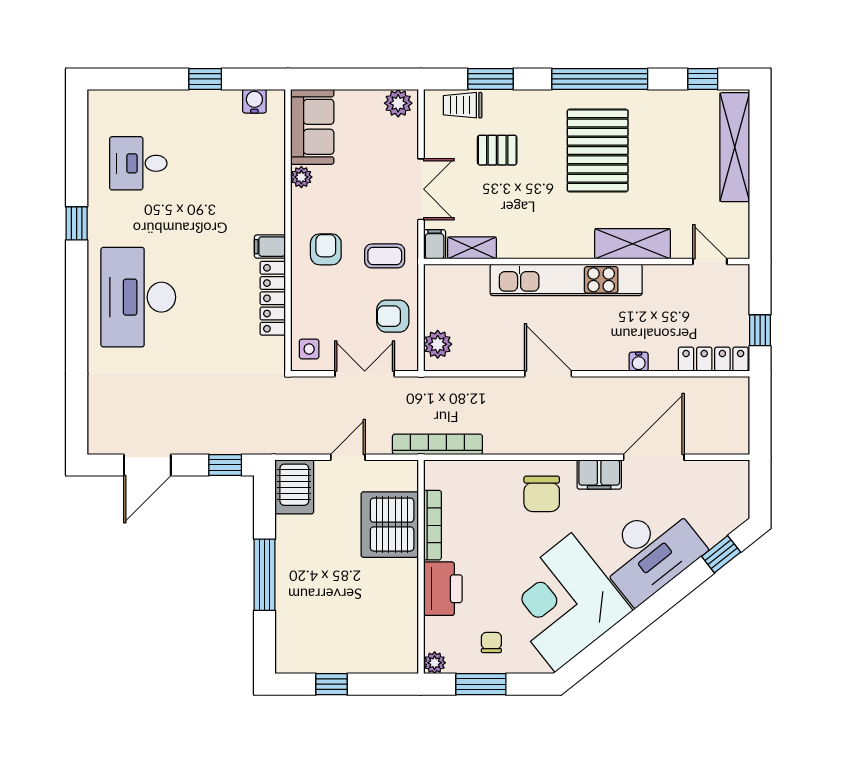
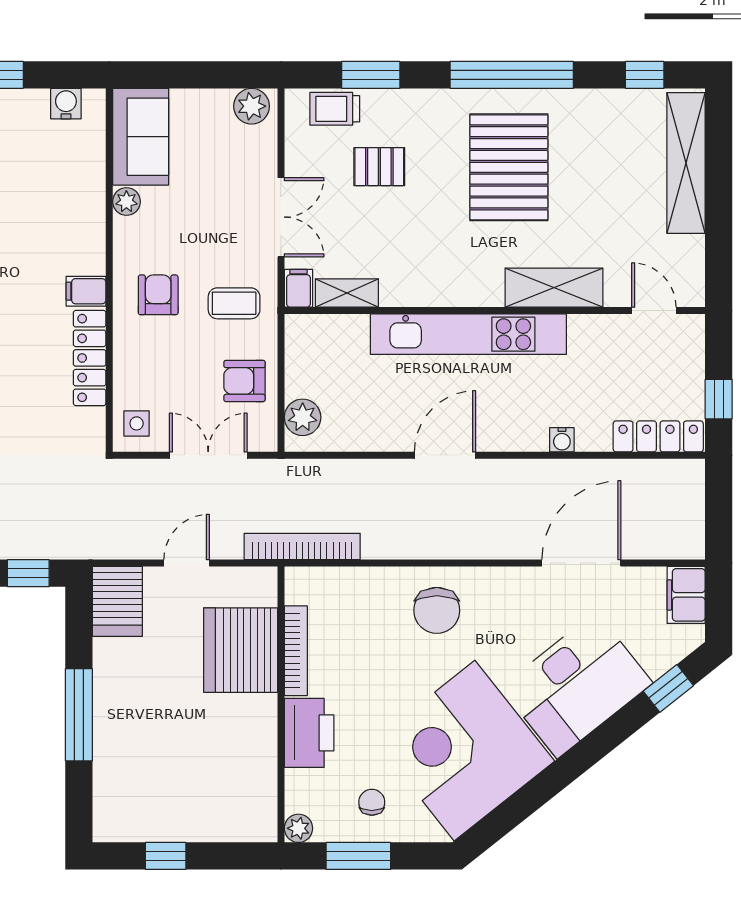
door: (548, 374) -> (445, 455), hinge flipped
filing cabinet: (599, 474) -> (686, 595), moved, turned 90

